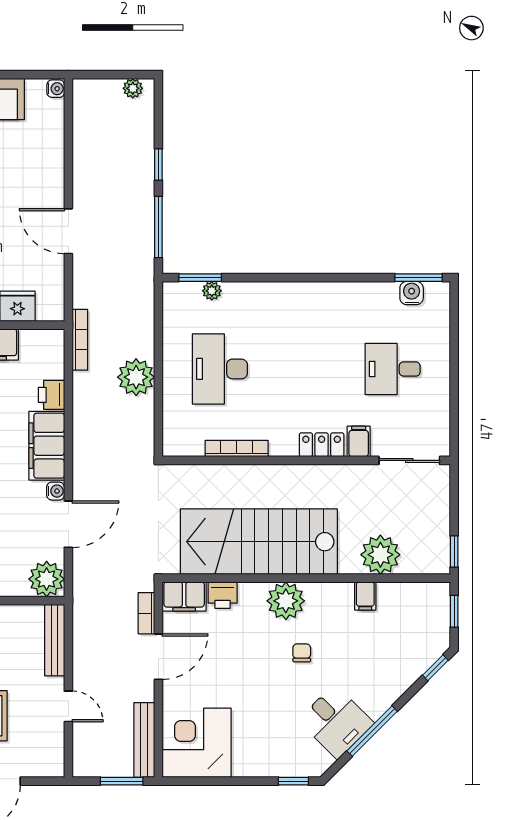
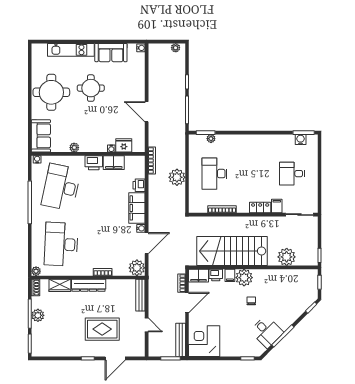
filing cabinet: (365, 596) -> (230, 275), moved

